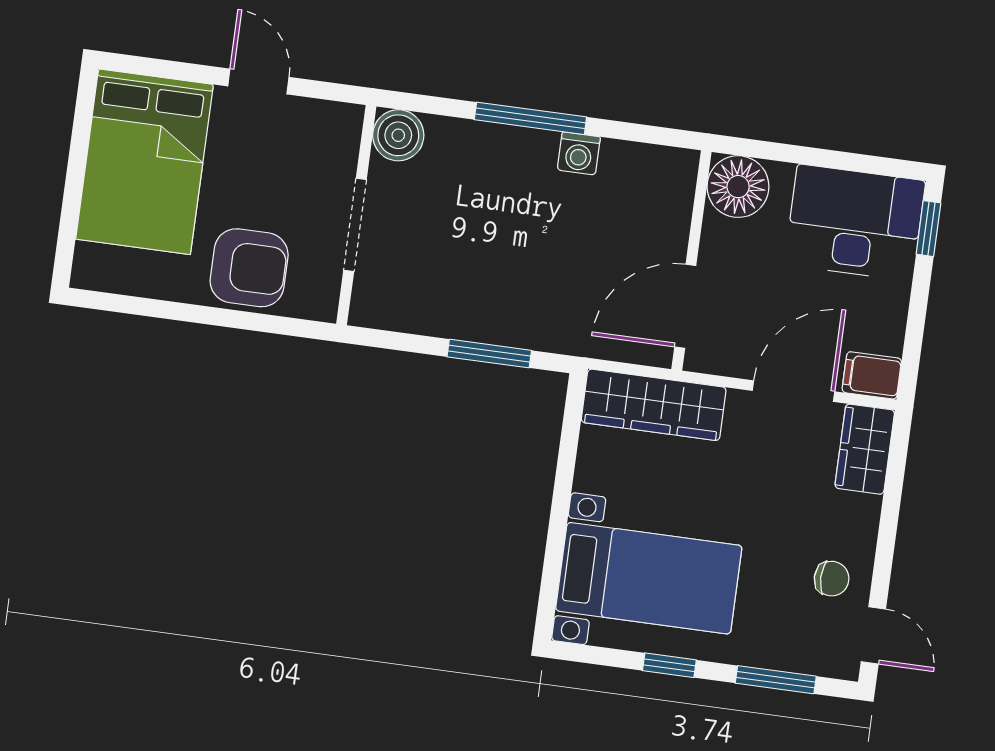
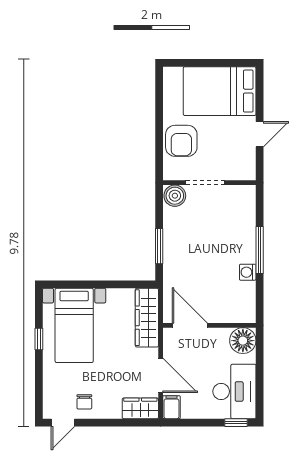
boiler: (398, 135) -> (175, 196), moved
window: (776, 680) -> (39, 384), removed

